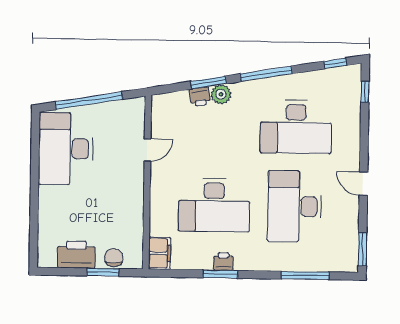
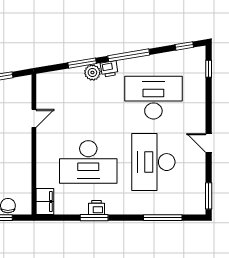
printer: (200, 97) -> (109, 69), moved
desk: (296, 127) -> (153, 98), turned 180

